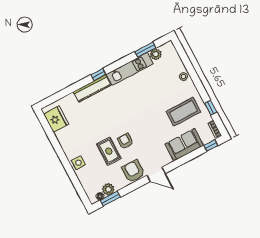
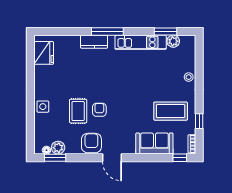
window: (98, 75) -> (107, 31), width x2.17
kitchen counter: (92, 88) -> (94, 42), width x0.67

